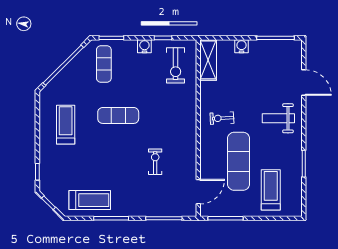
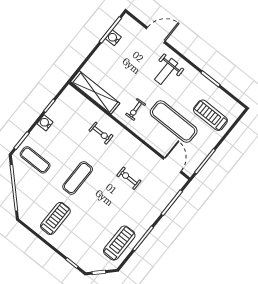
water cooler: (241, 46) -> (113, 38), moved
shelving: (208, 60) -> (95, 92), width x1.47
exercise bike: (176, 65) -> (101, 133), moved, width x0.73, depth x0.72
treadmill: (66, 125) -> (55, 218), turned 90

